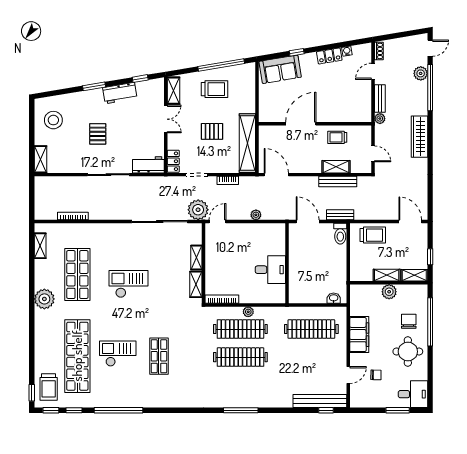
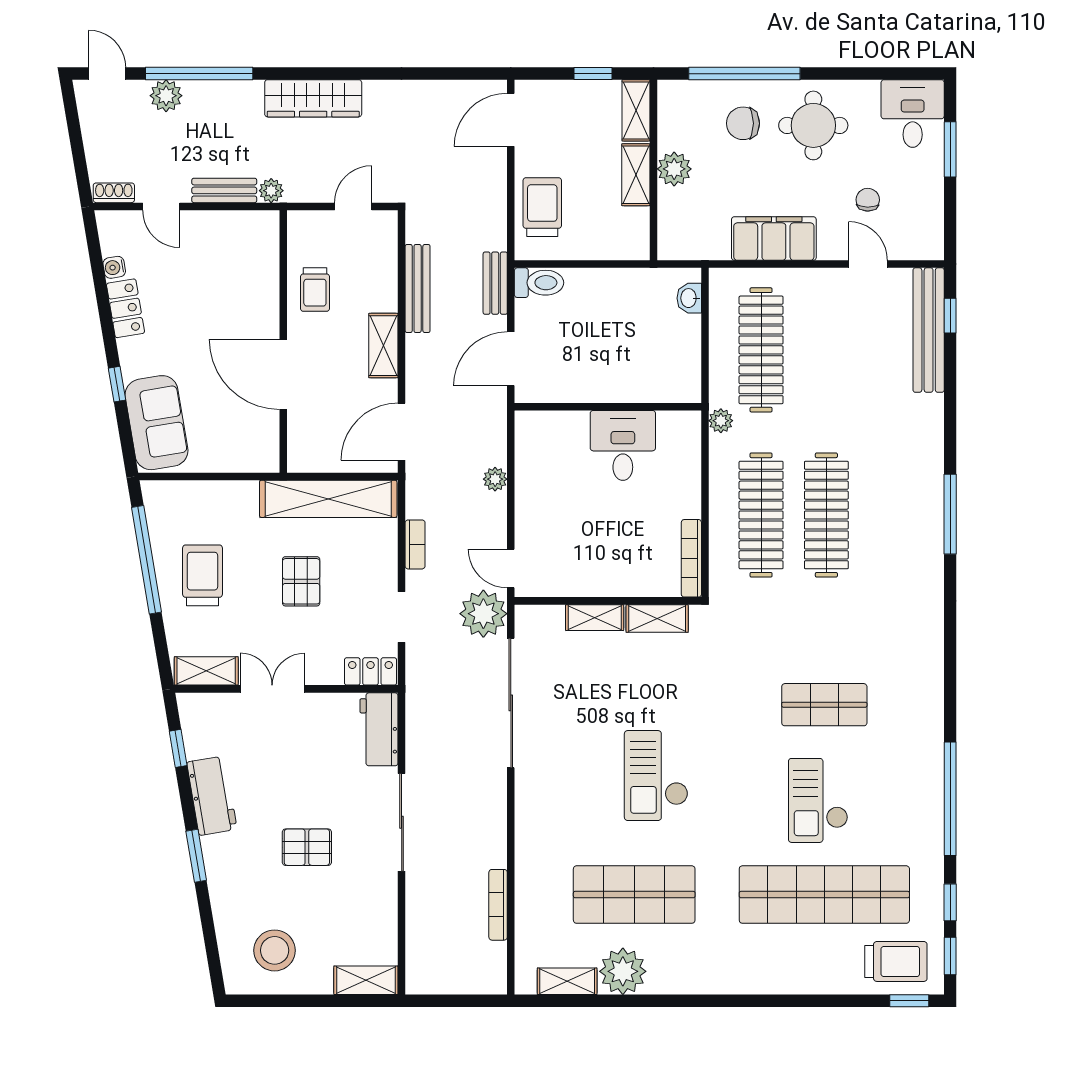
shelving: (336, 167) -> (383, 346), moved
plant: (44, 299) -> (623, 971), moved
plant: (248, 312) -> (721, 421), moved

